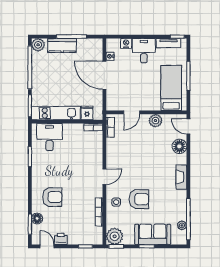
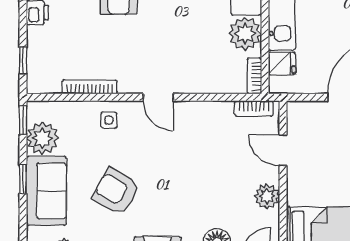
plant: (72, 132) -> (245, 34), added
armchair: (139, 199) -> (116, 192), moved, turned 120
plant: (115, 236) -> (43, 138), moved

